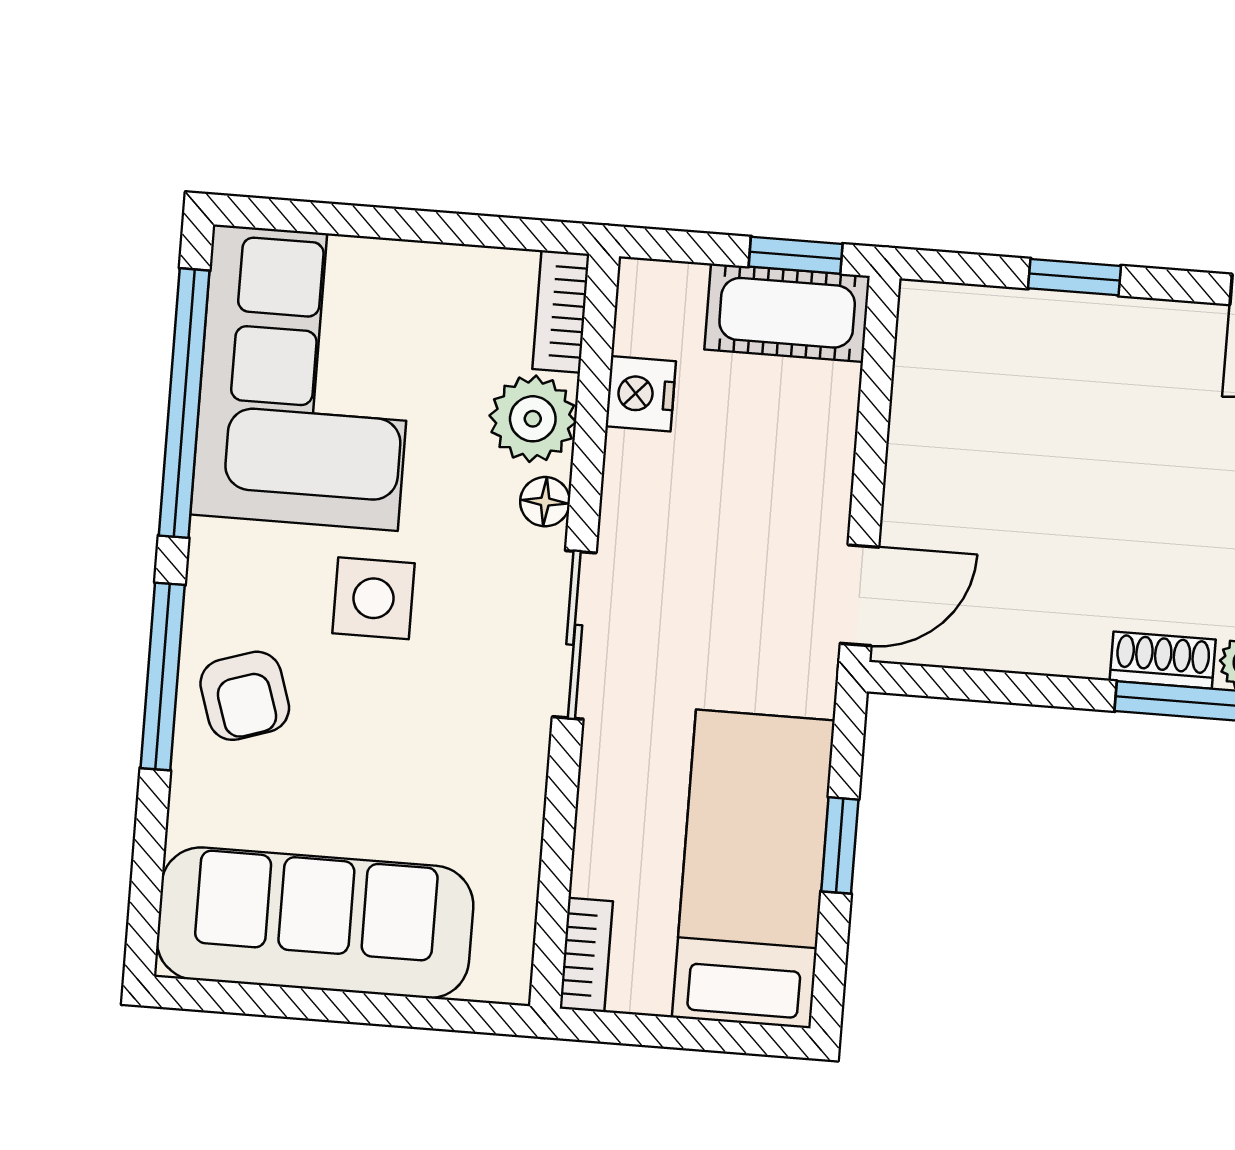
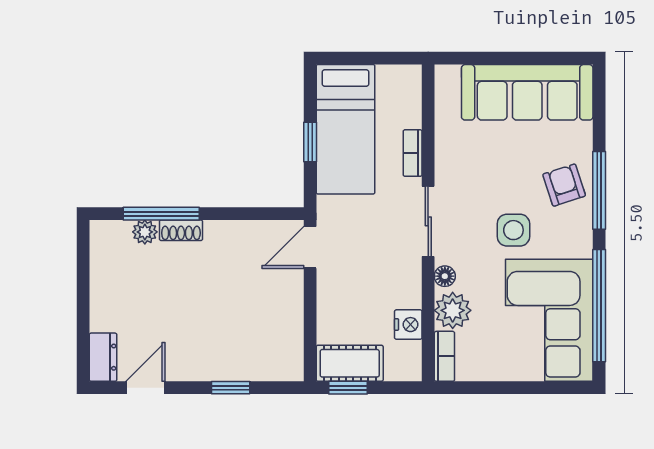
bookcase: (586, 955) -> (413, 153), moved

